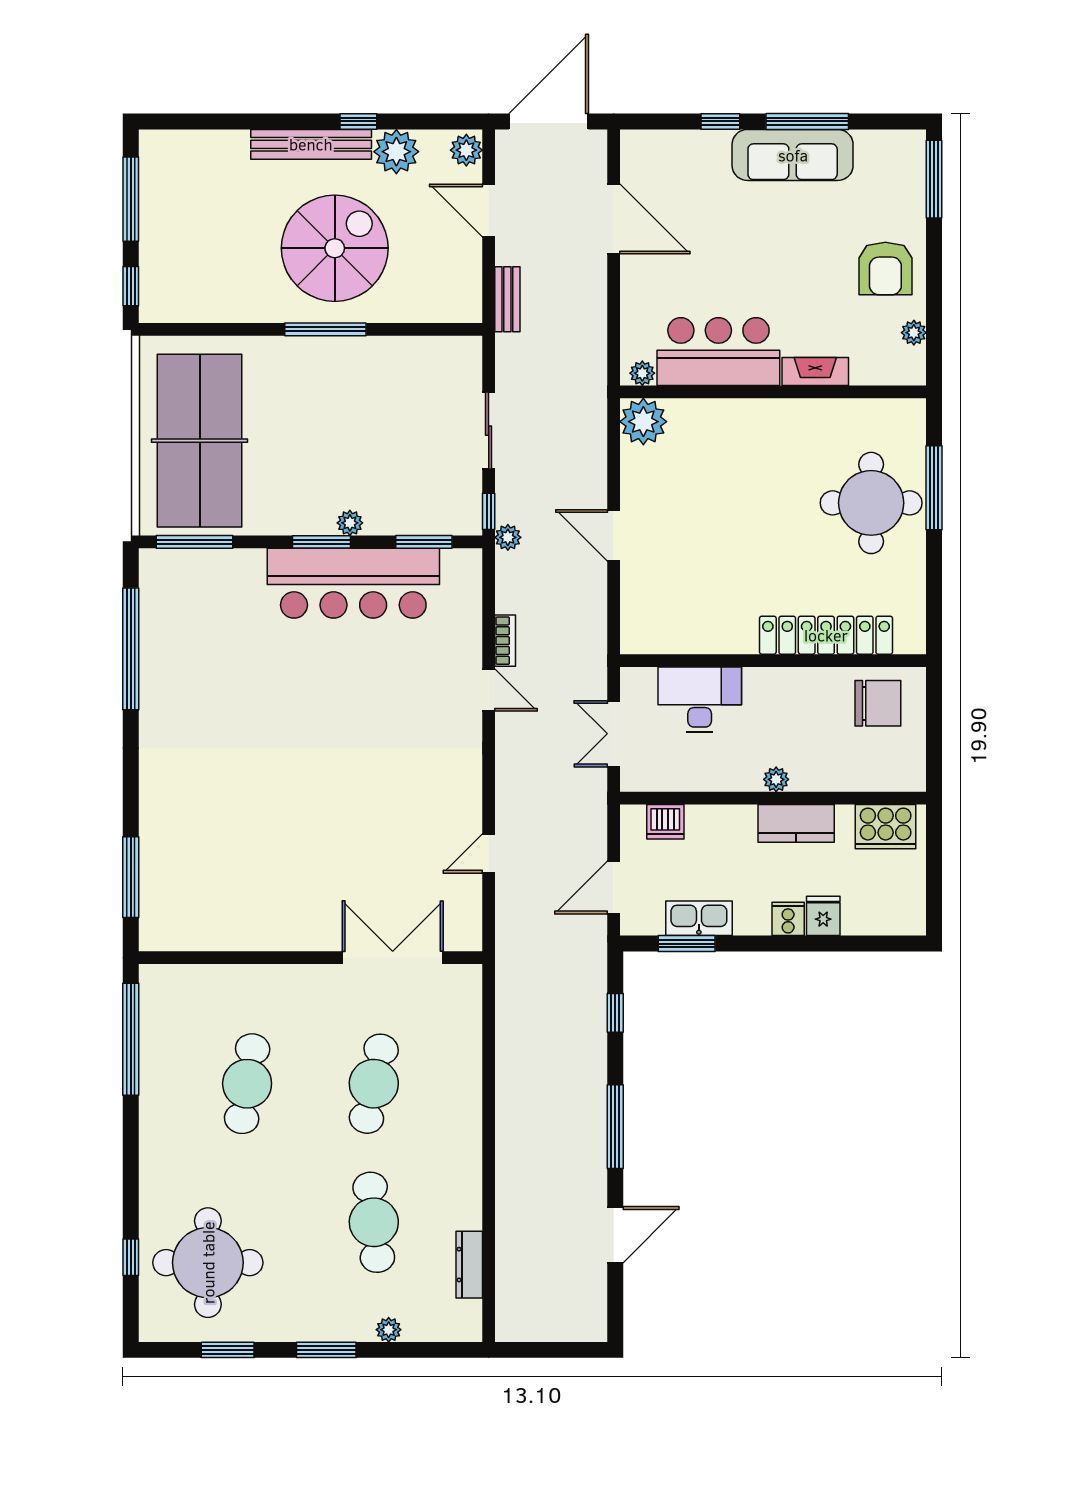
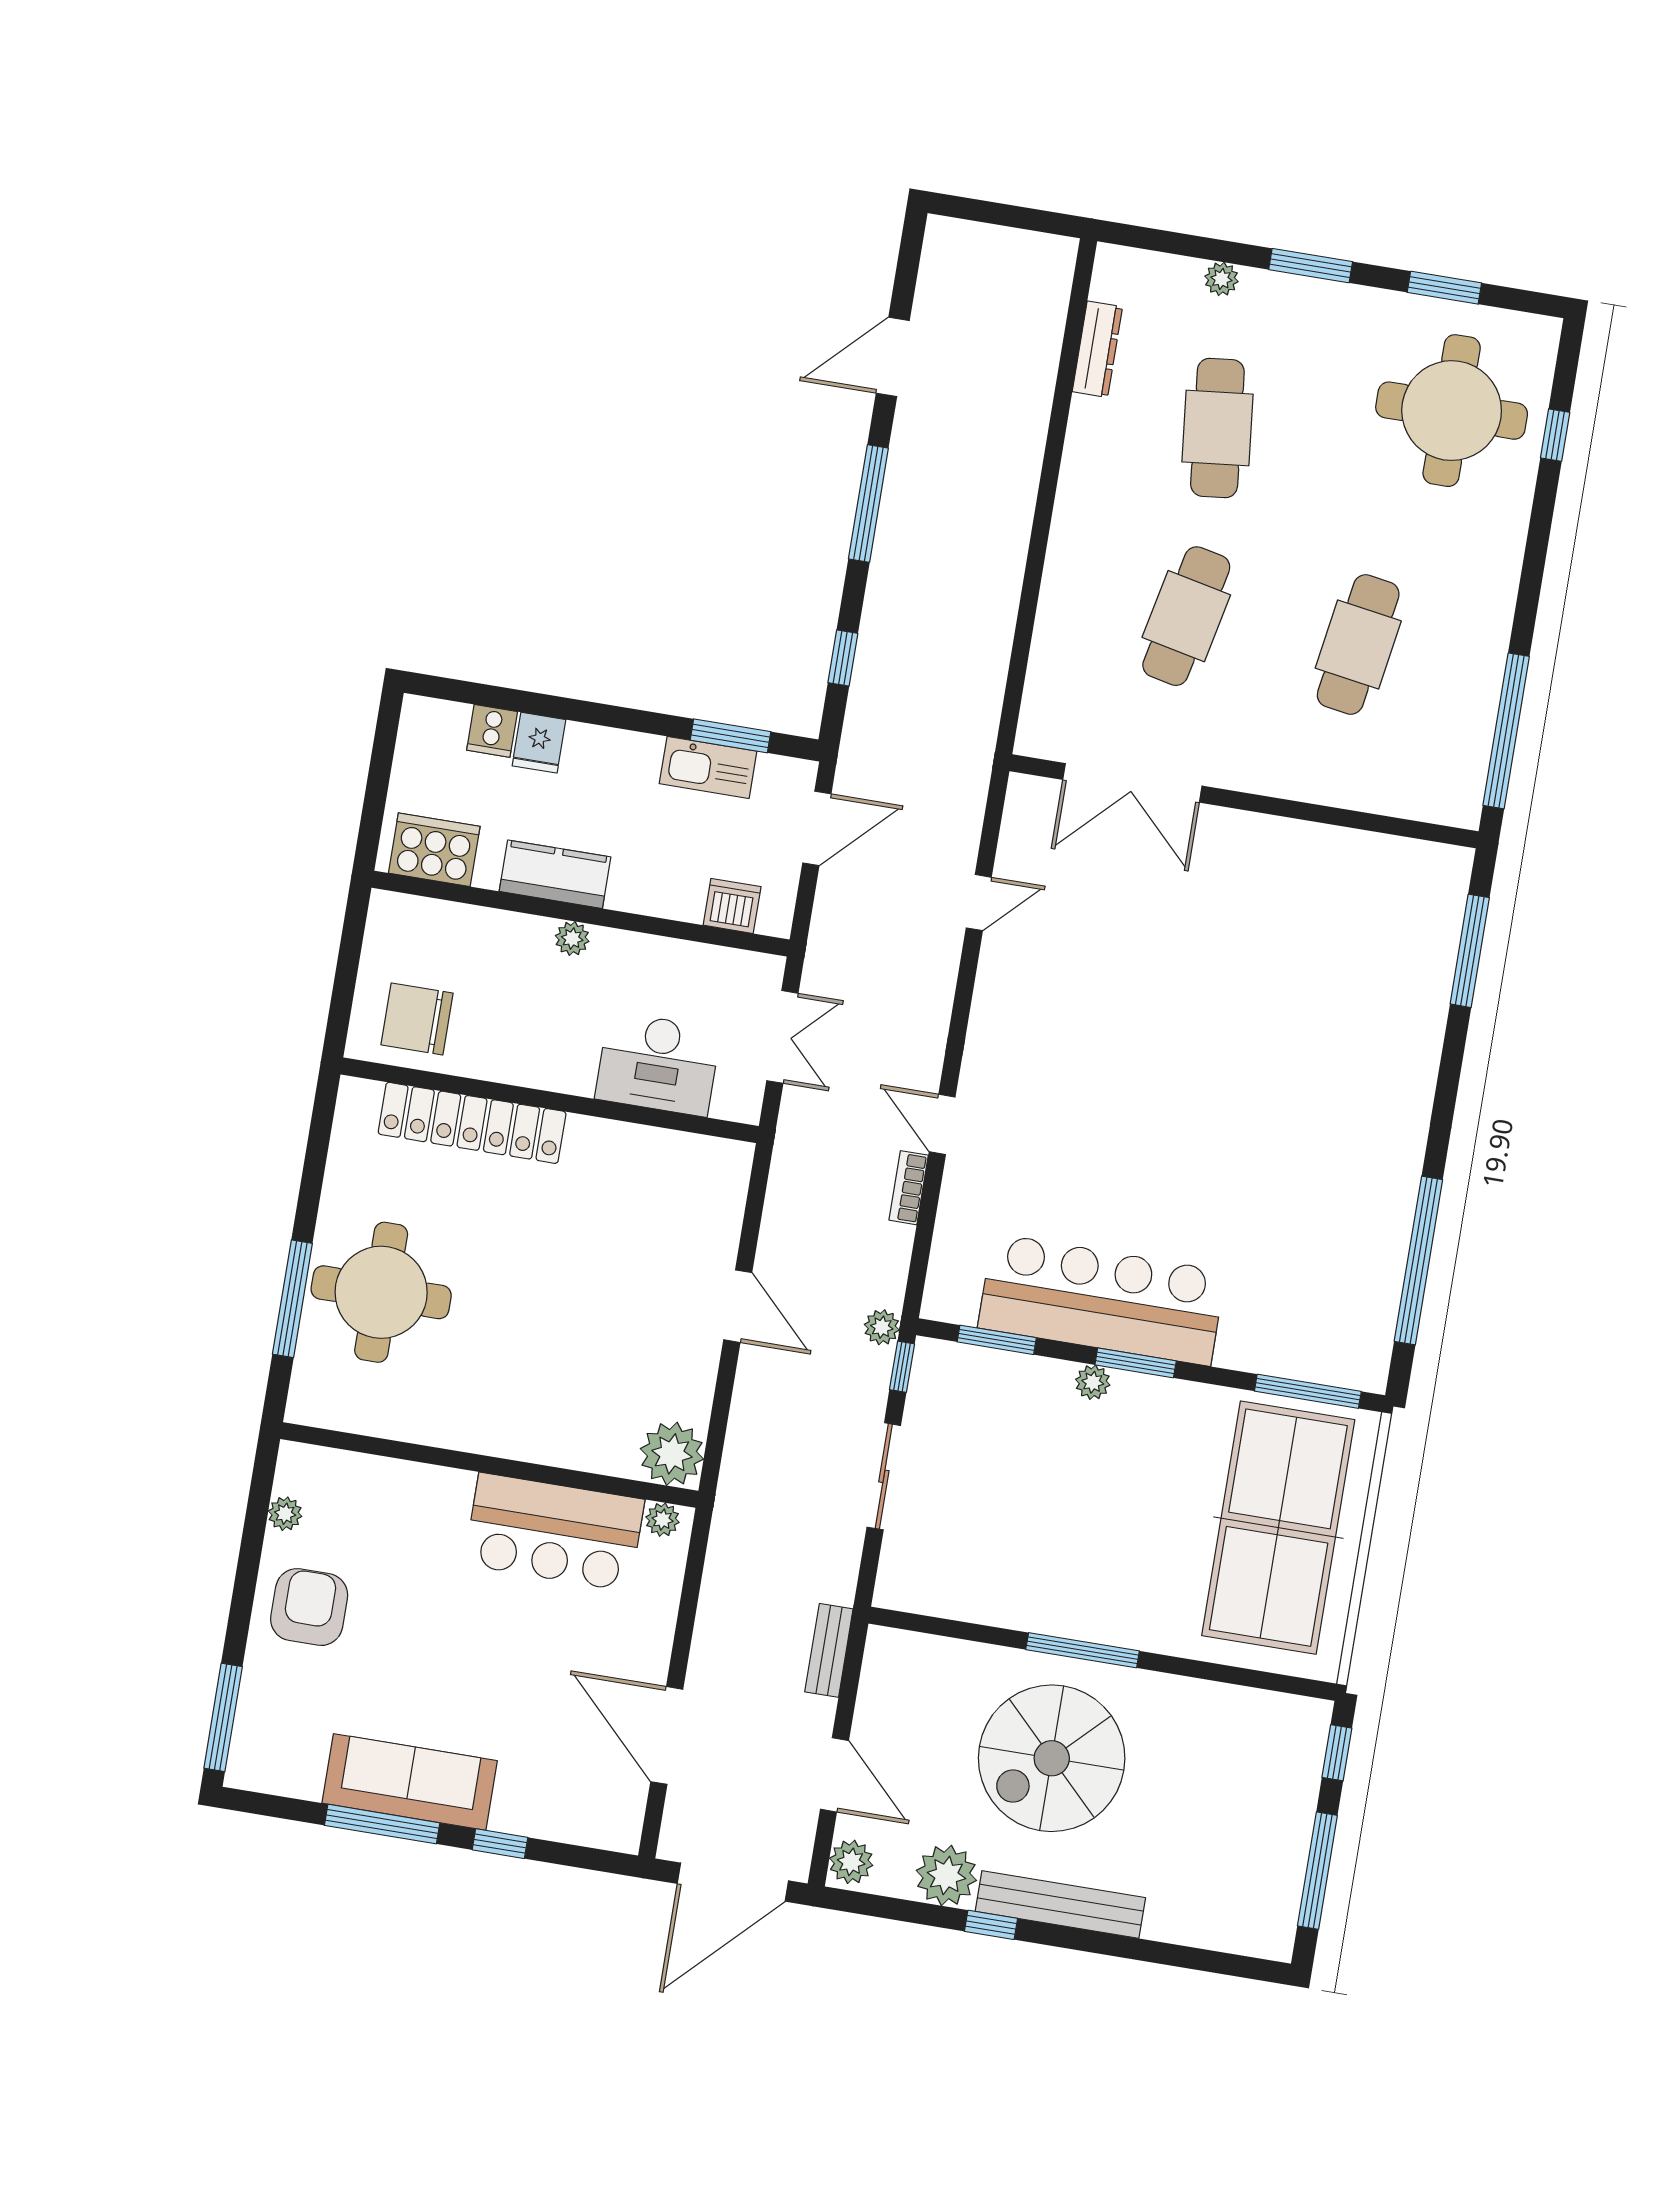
fireplace: (815, 371) -> (427, 1483), removed
cooker: (788, 919) -> (492, 731), moved

